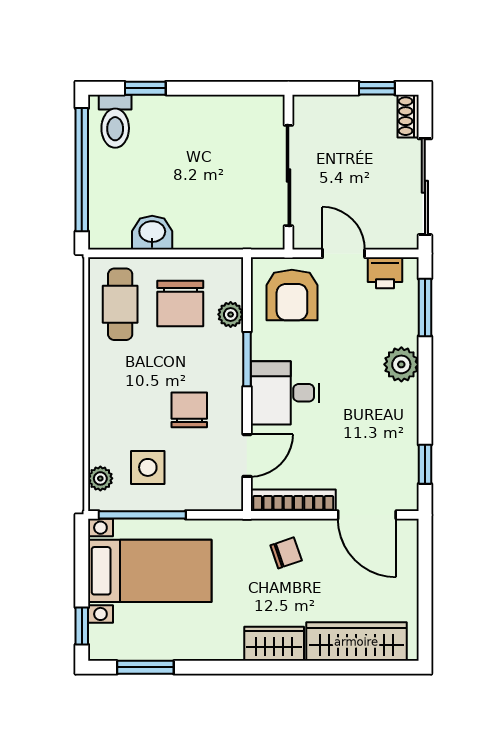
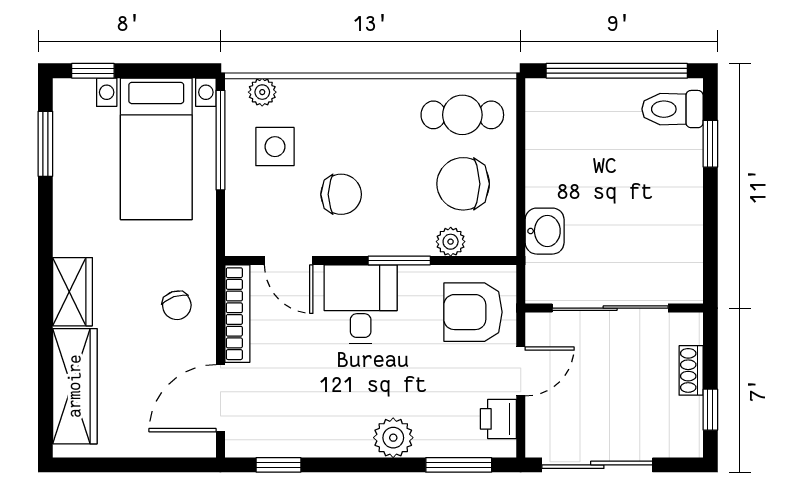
shoe rack: (408, 116) -> (691, 370), moved, turned -90
washbasin: (152, 233) -> (545, 231), moved

